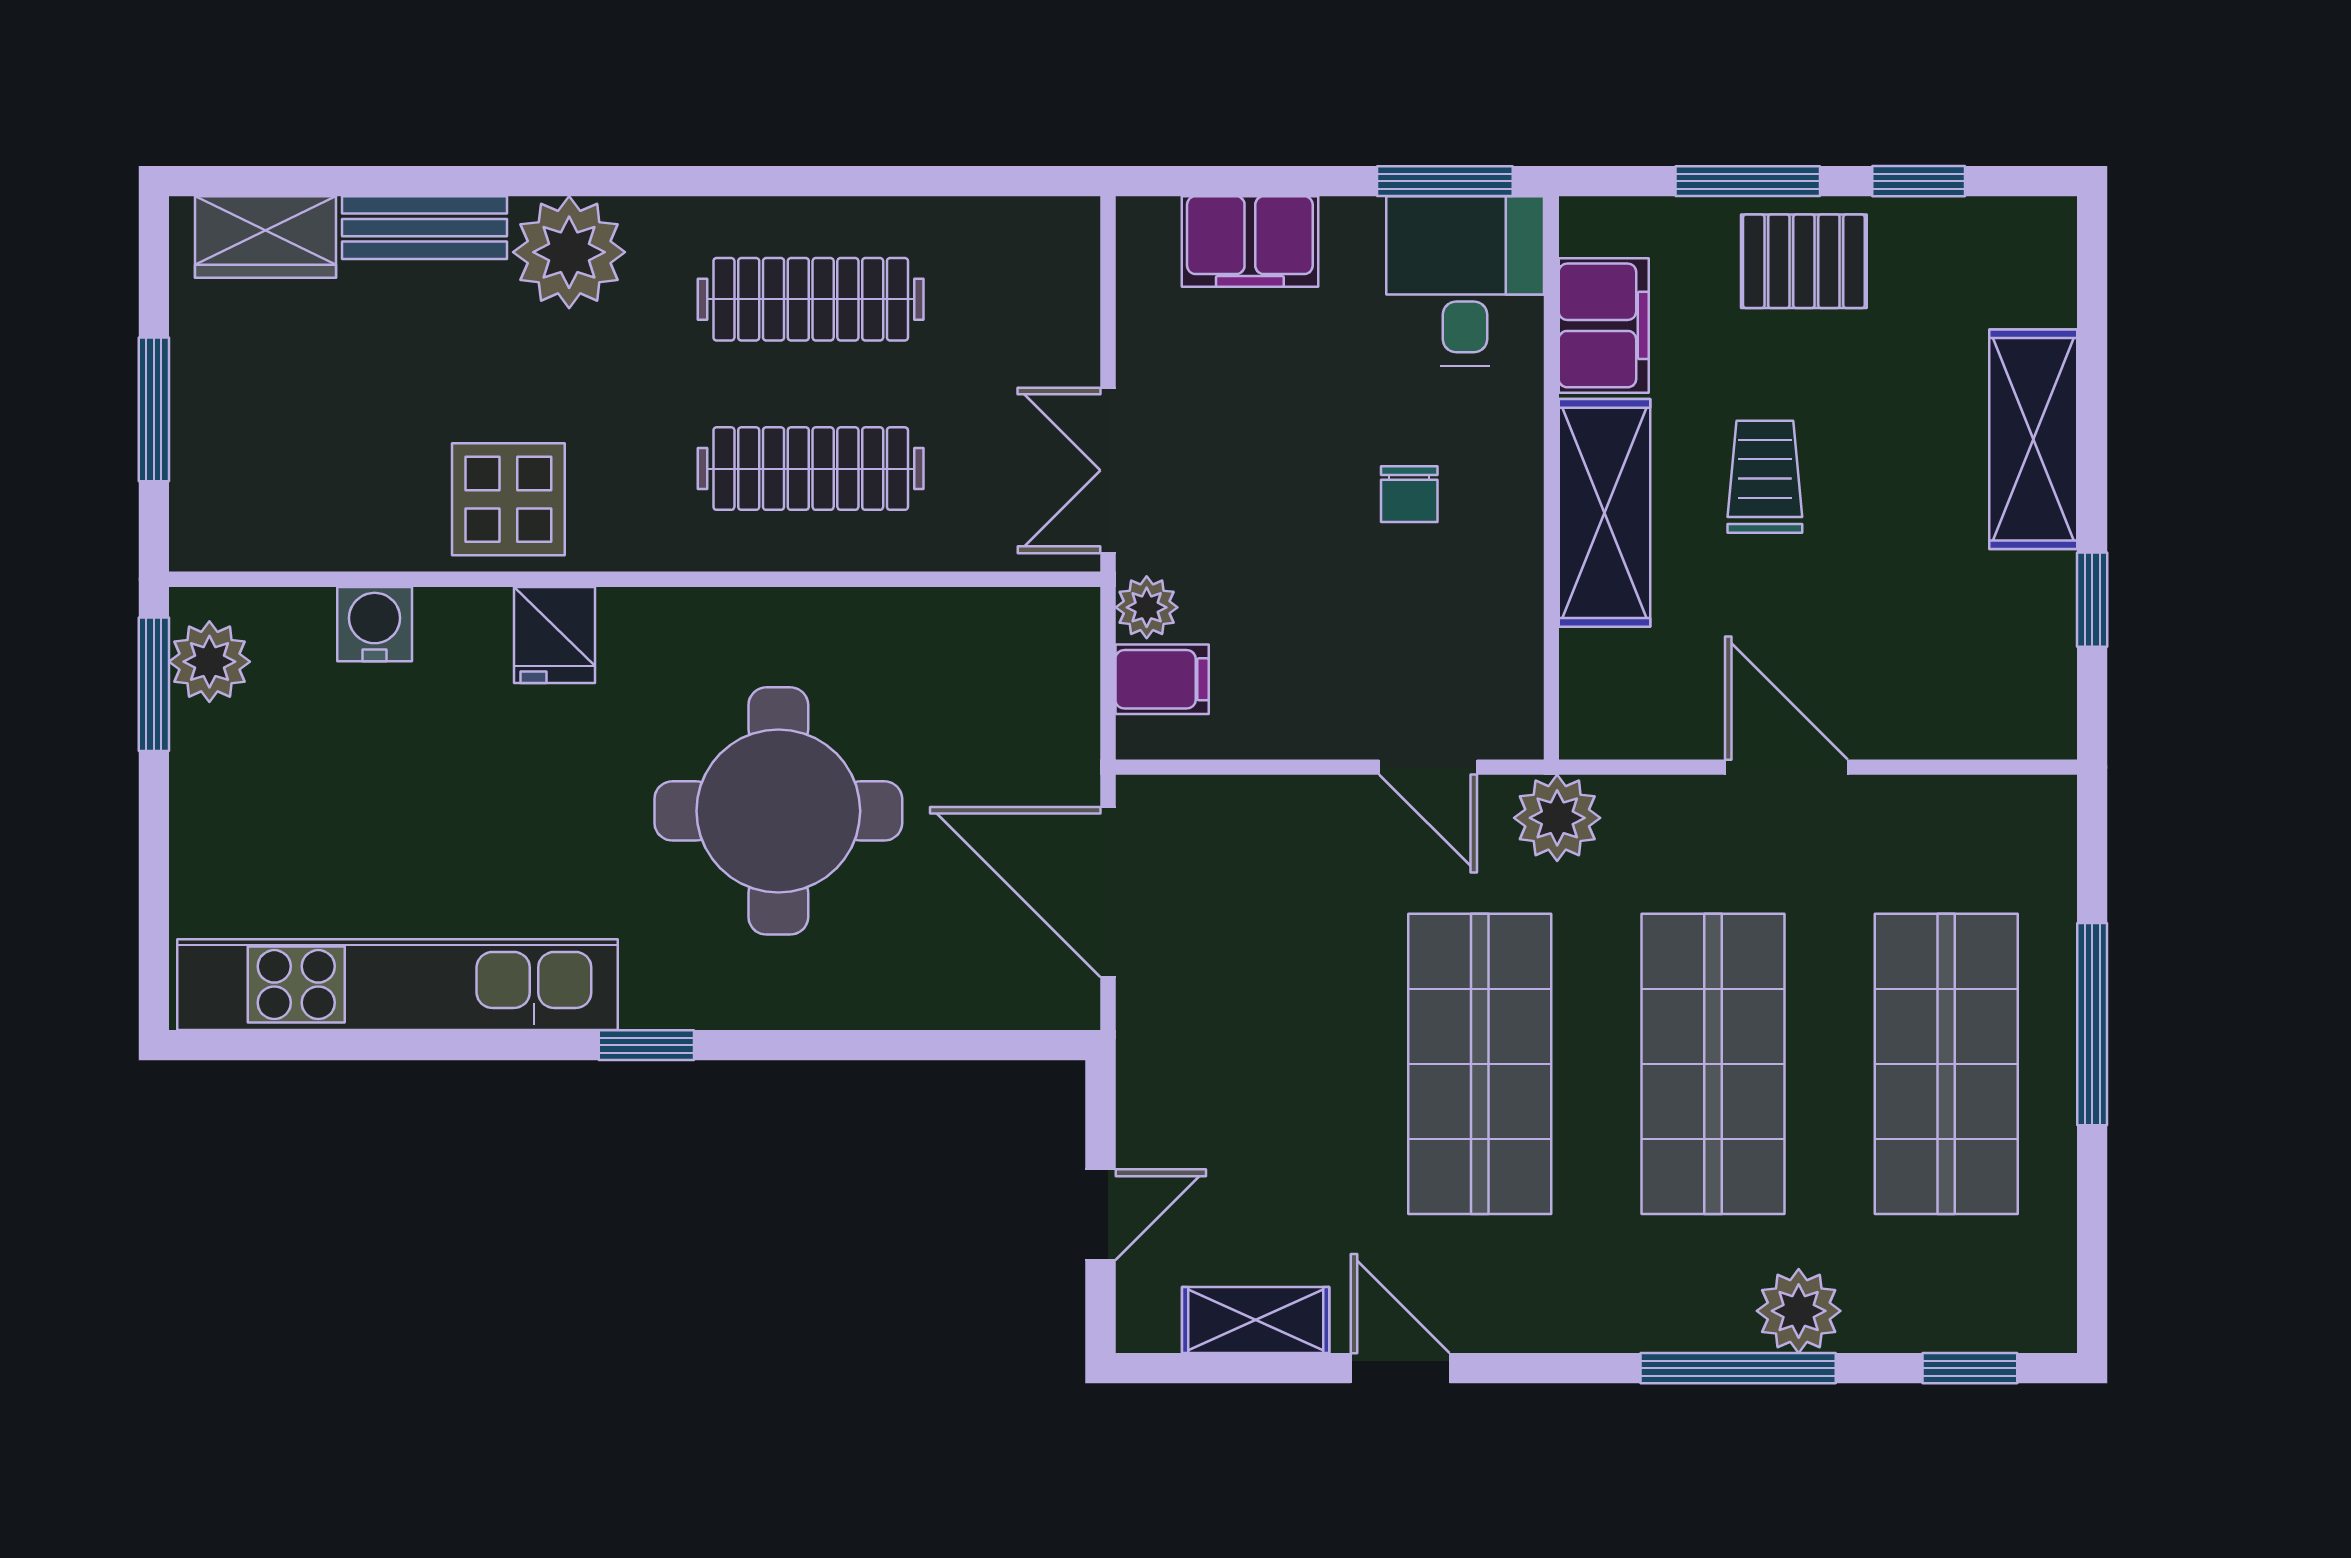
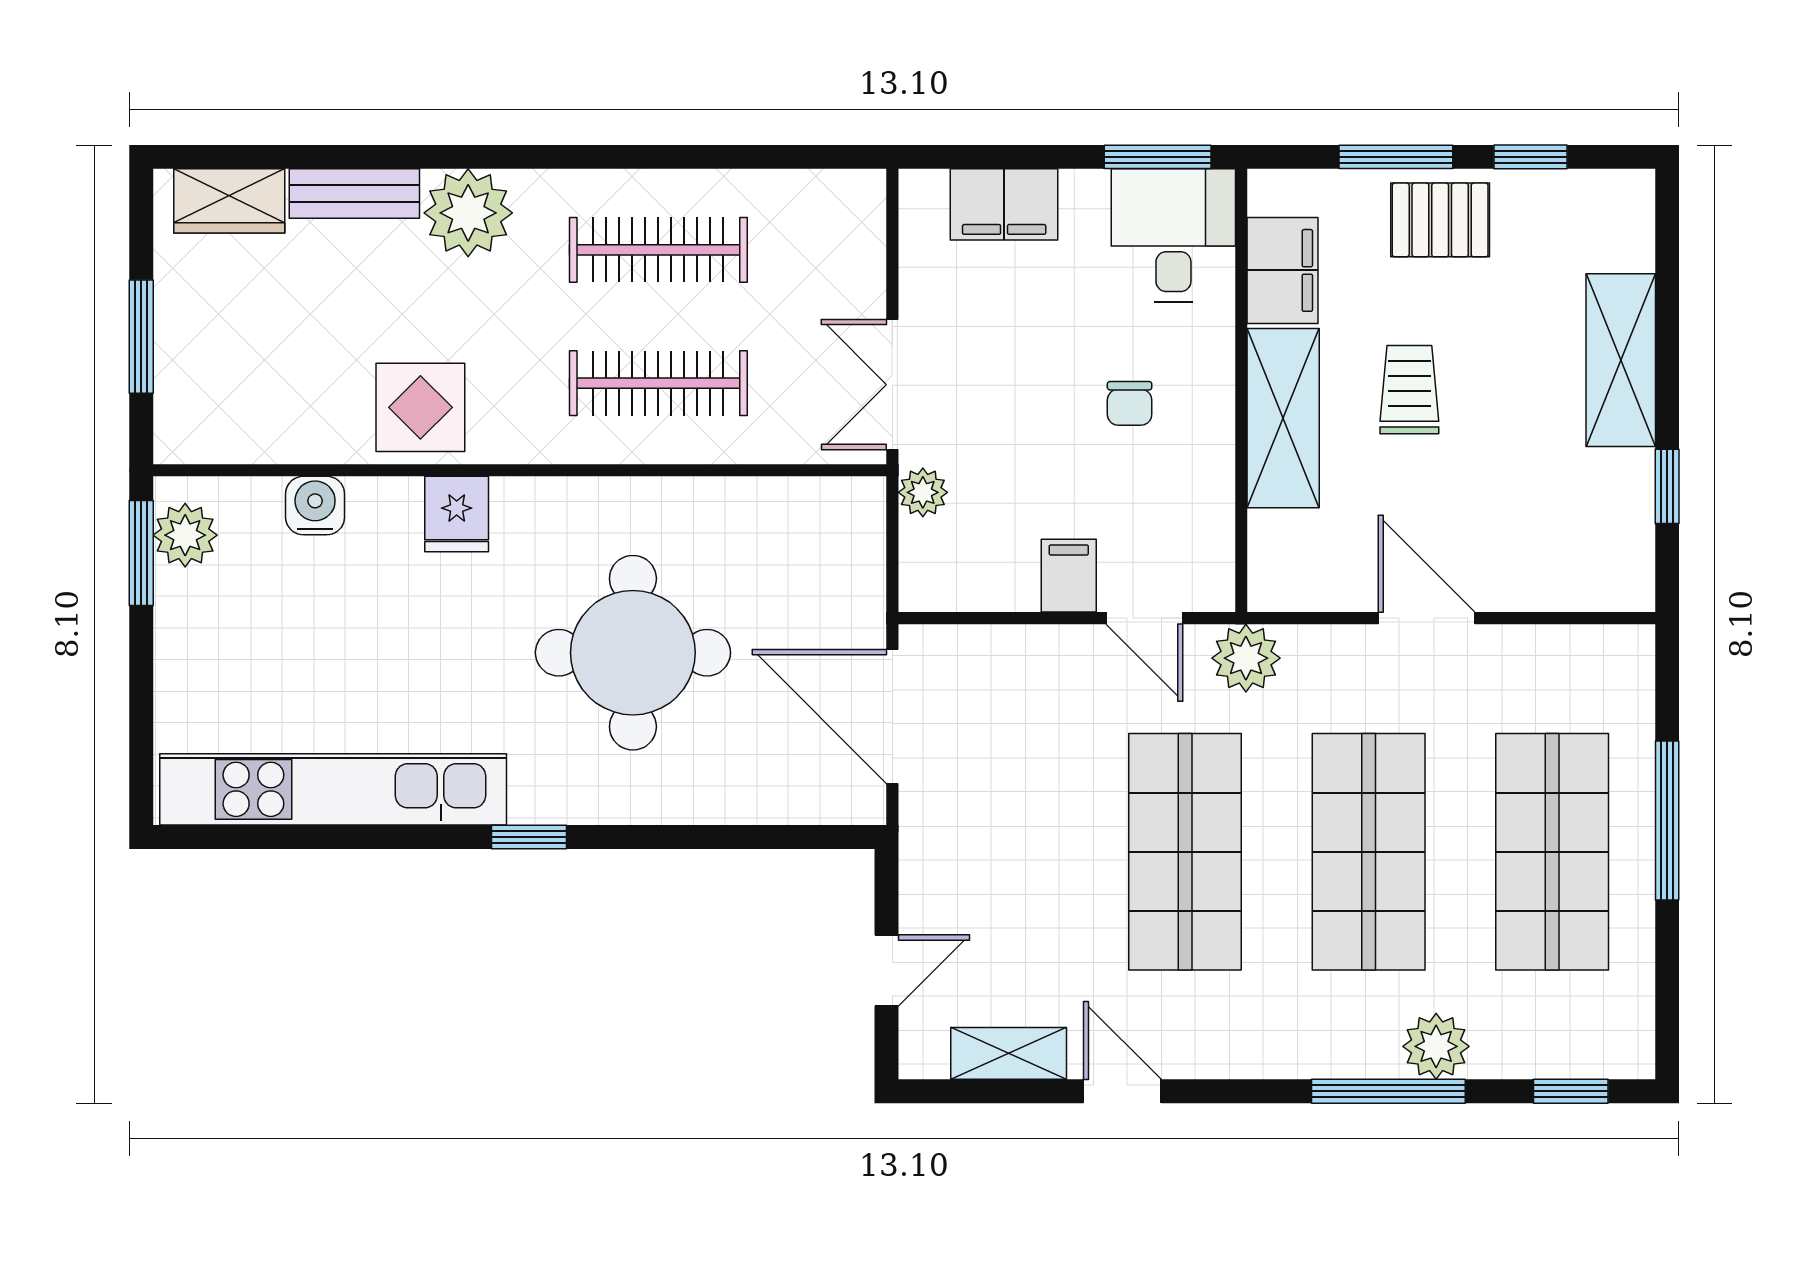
filing cabinet: (1162, 679) -> (1069, 576), moved, turned -90

